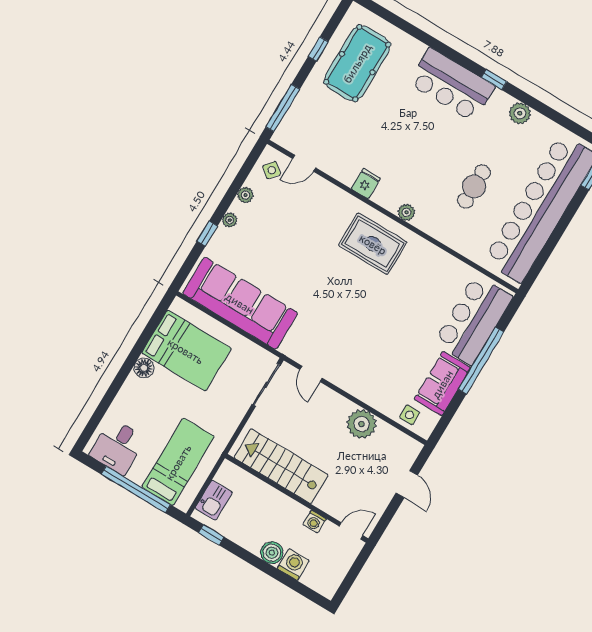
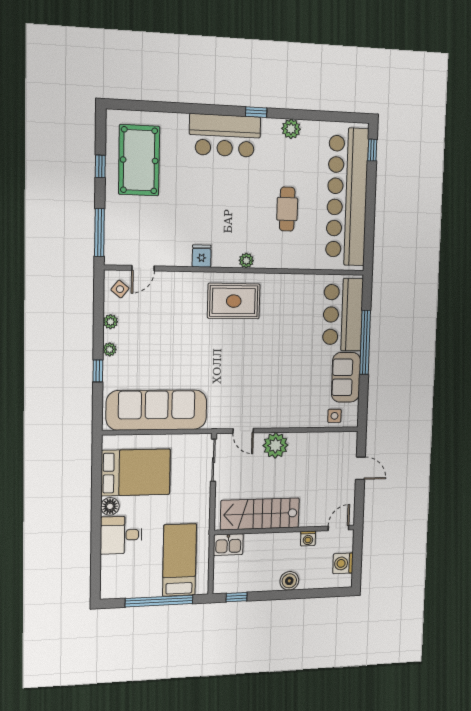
plant: (361, 424) -> (275, 445), moved
desk: (118, 447) -> (121, 535), moved, turned 90
kitchen sink: (214, 500) -> (228, 545), moved, turned 90
washing machine: (293, 564) -> (343, 563), moved, turned -90

